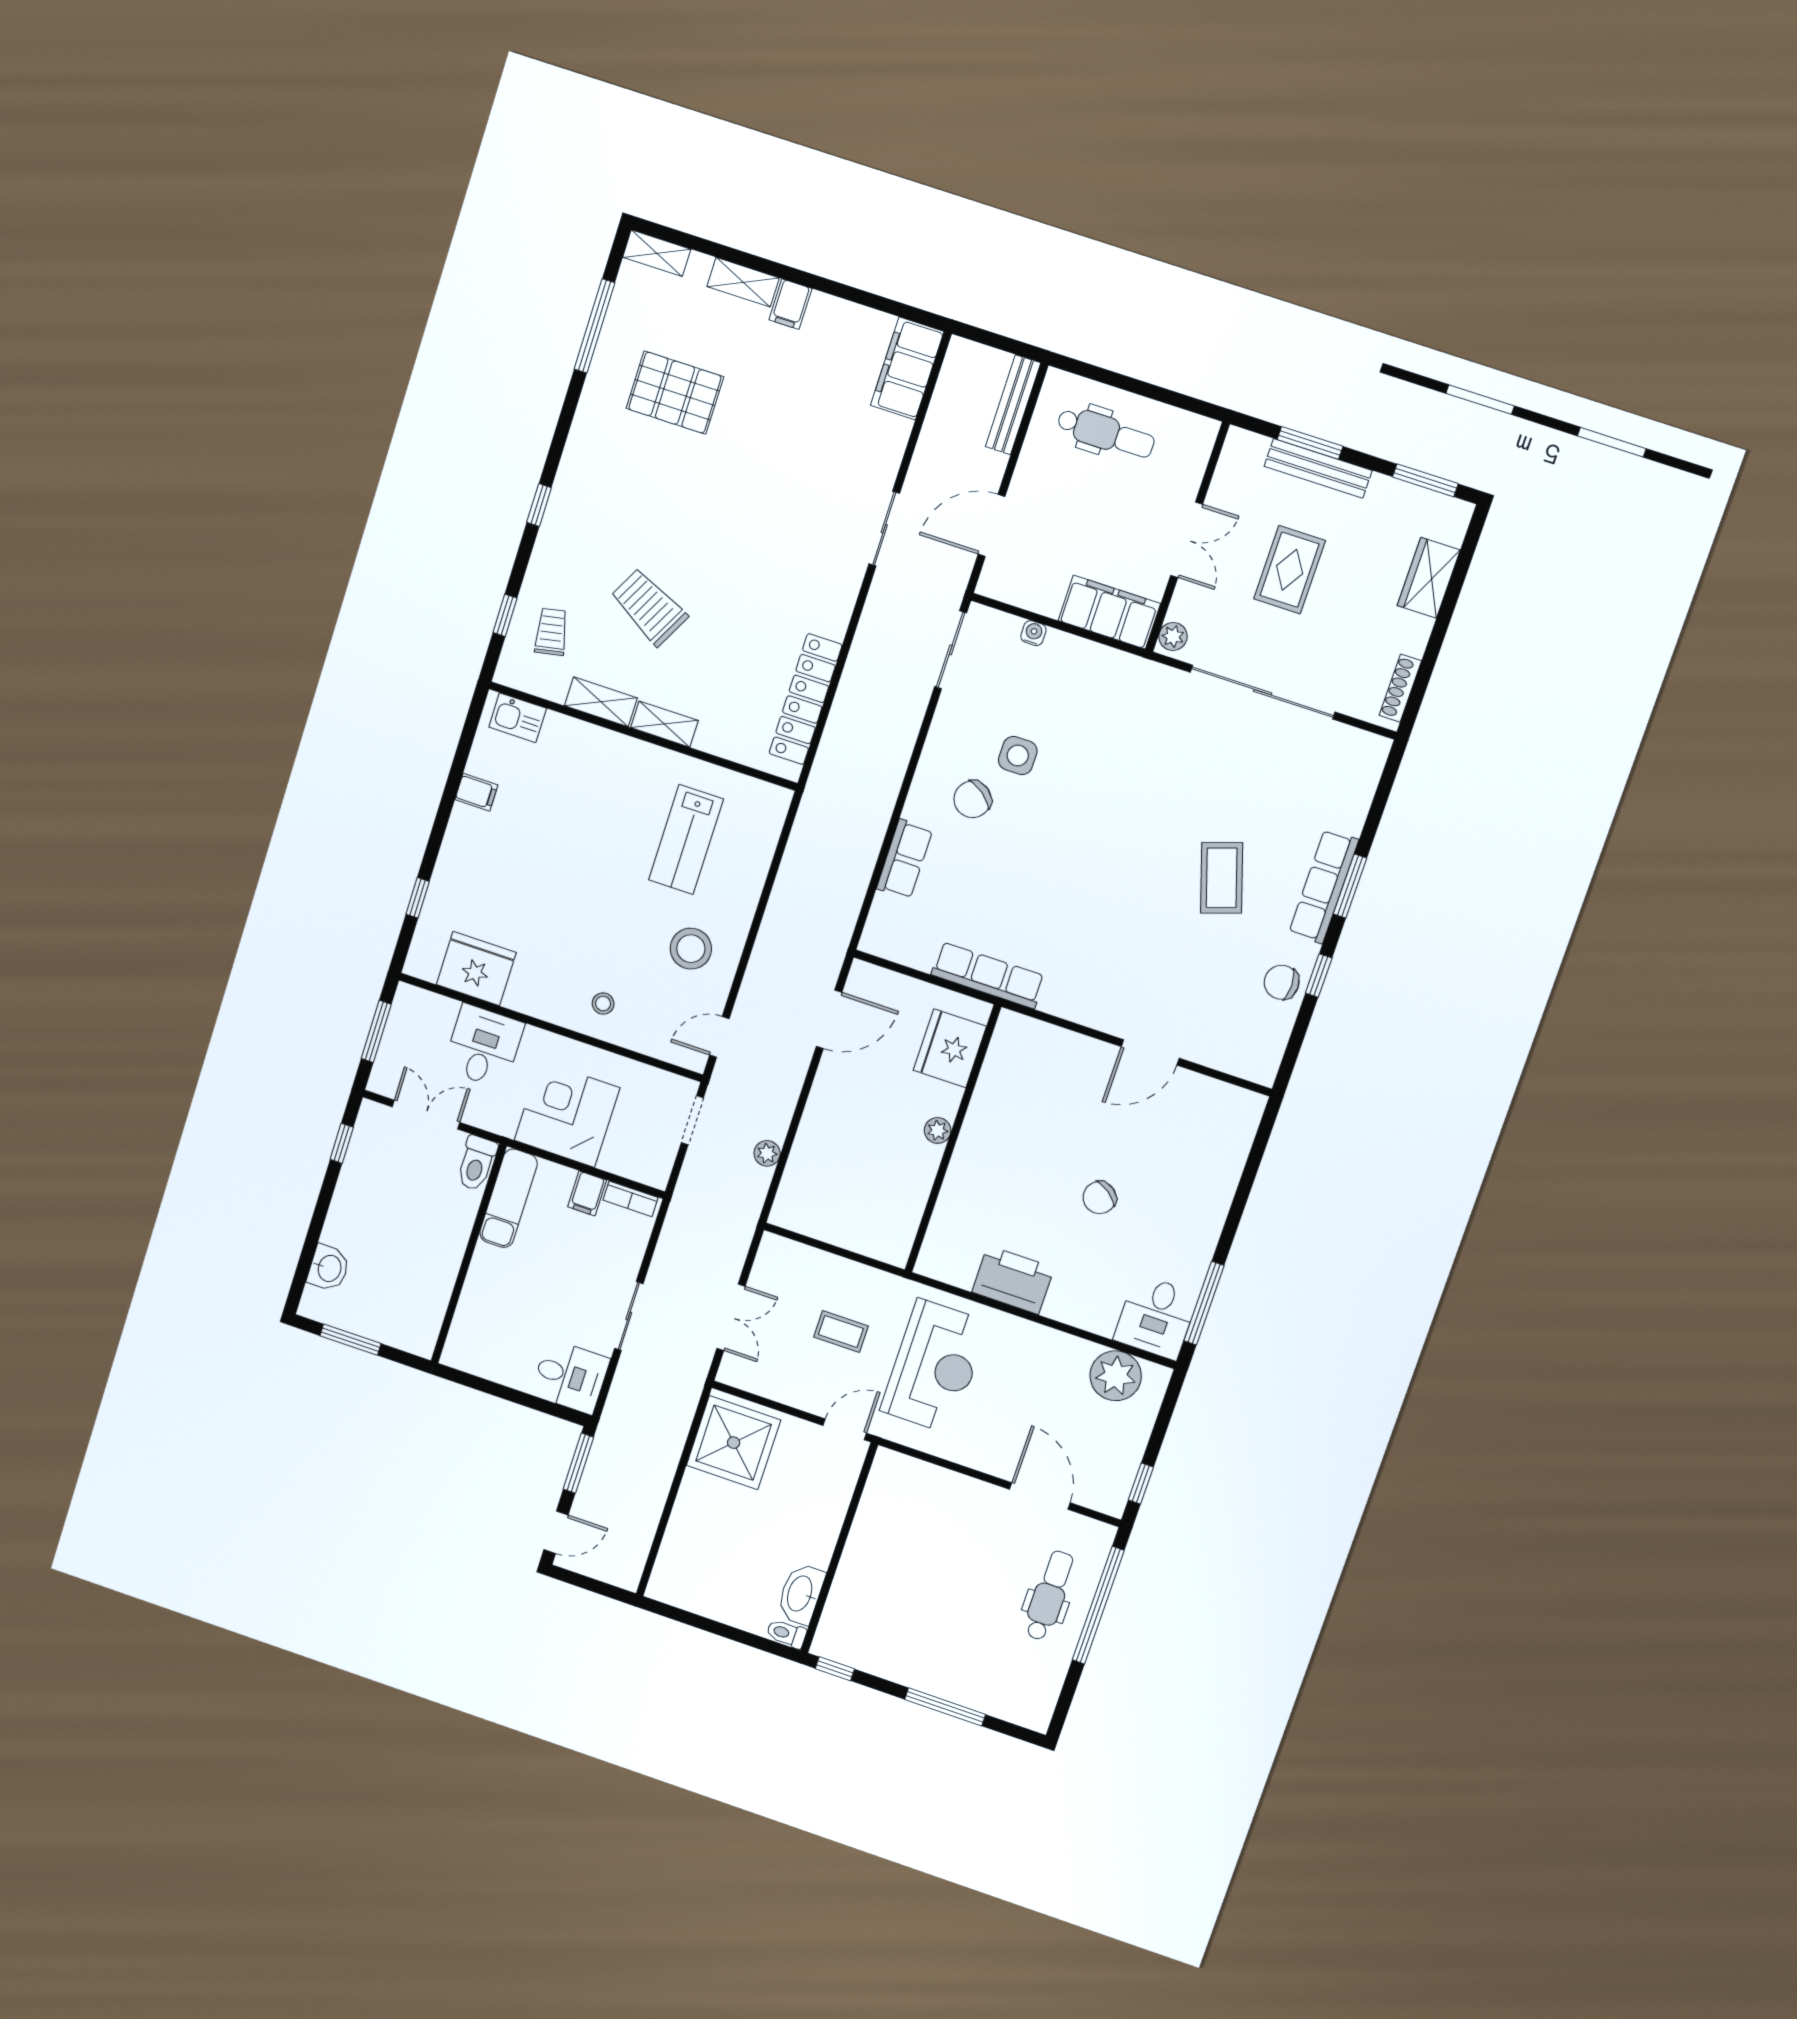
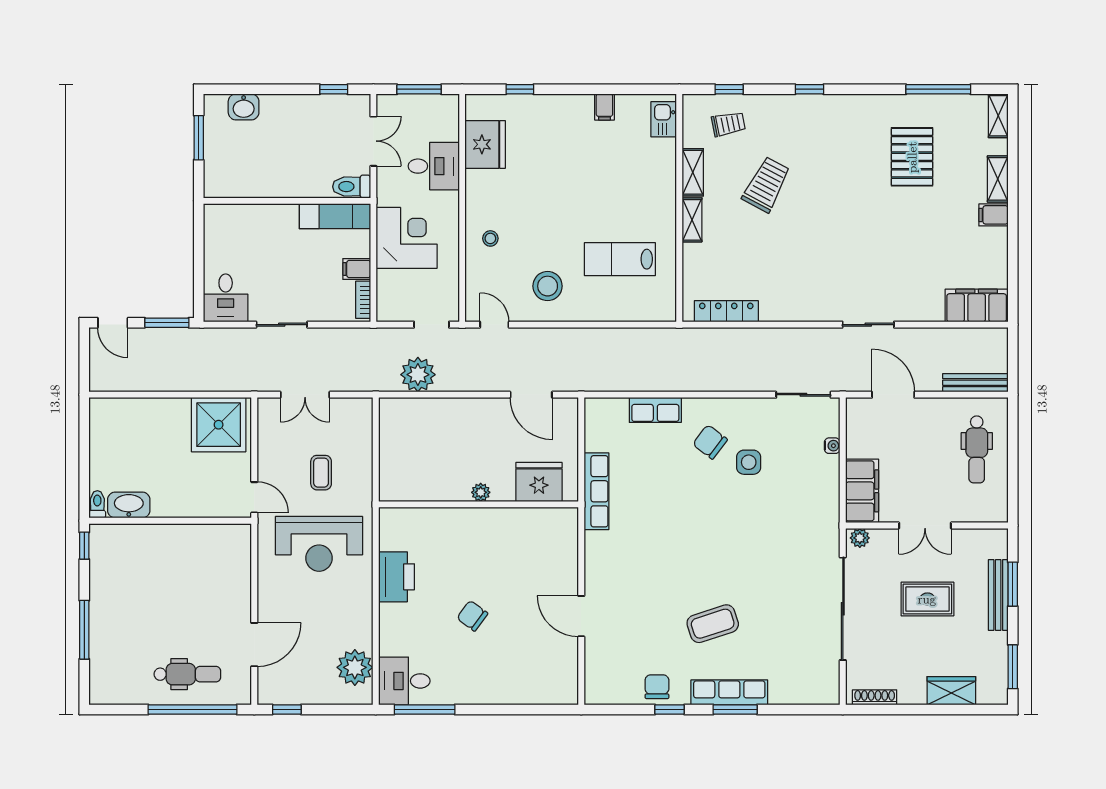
locker: (806, 699) -> (726, 311), width x0.71, depth x0.83
plant: (767, 1153) -> (418, 375), width x1.88, depth x1.88

